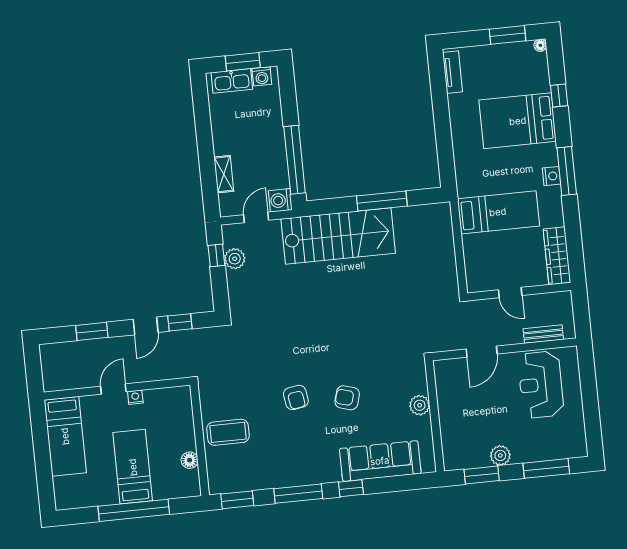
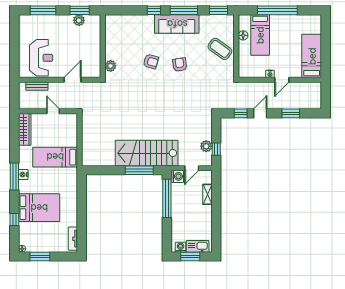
window: (382, 201) -> (139, 170), moved
plant: (420, 405) -> (111, 66), moved
coffee table: (228, 432) -> (220, 49), turned 36
plant: (500, 455) -> (79, 20), moved
sofa: (380, 461) -> (177, 24), moved
bed: (133, 467) -> (260, 35), moved

